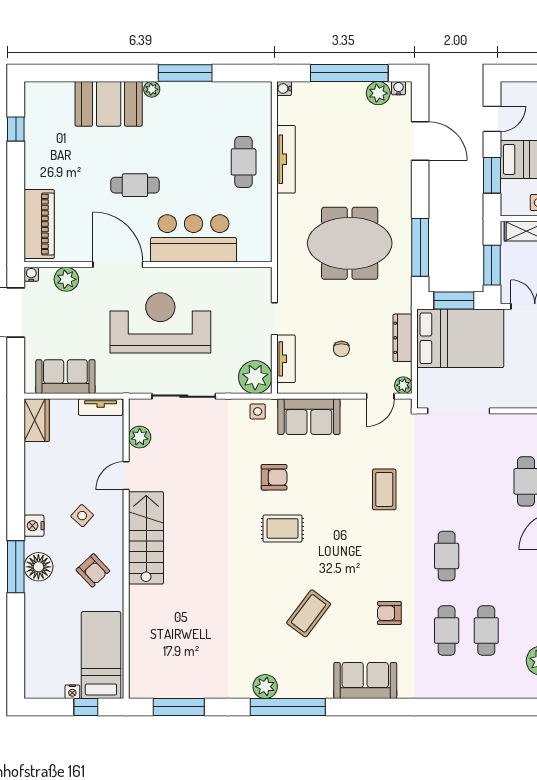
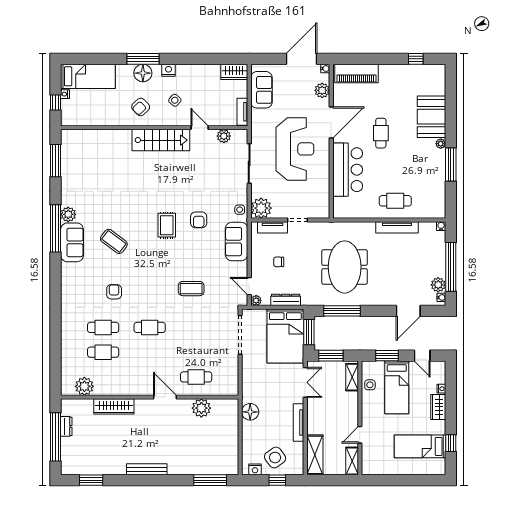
bed: (101, 655) -> (88, 76), moved
sofa: (365, 680) -> (72, 242), moved

